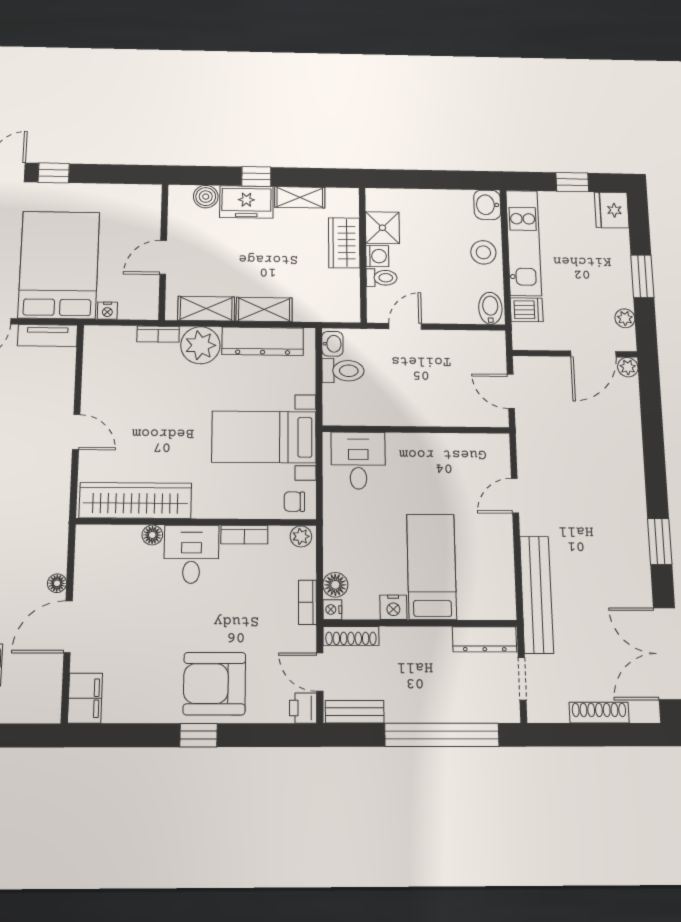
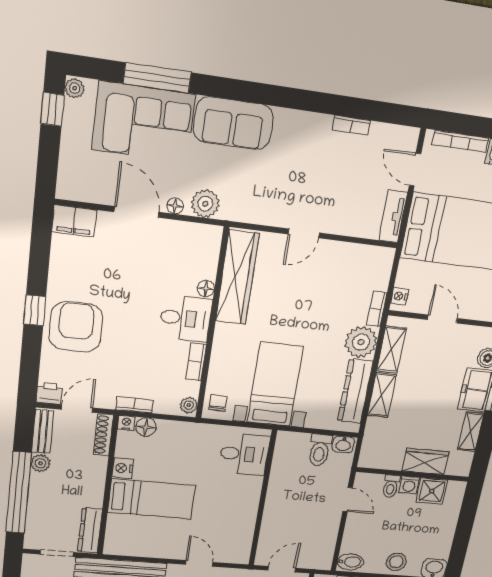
nightstand: (107, 311) -> (400, 296), moved
plant: (51, 549) -> (205, 204), added
plant: (398, 711) -> (40, 463), added

